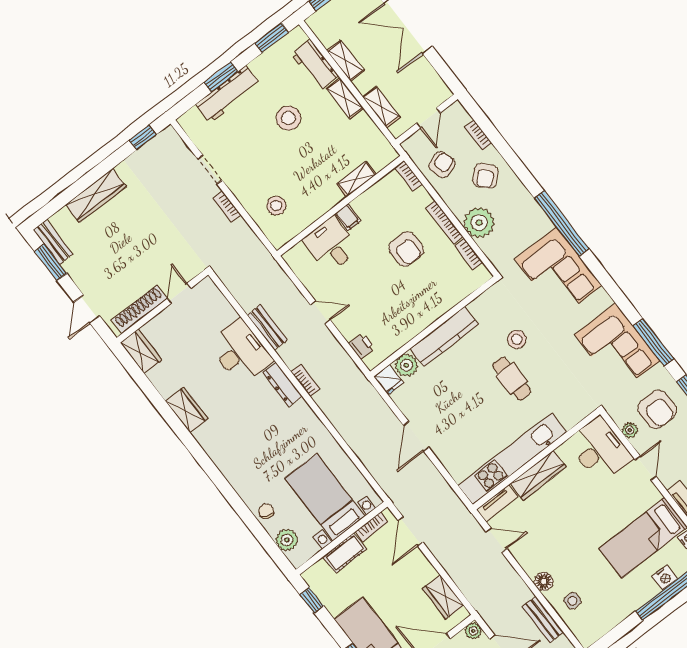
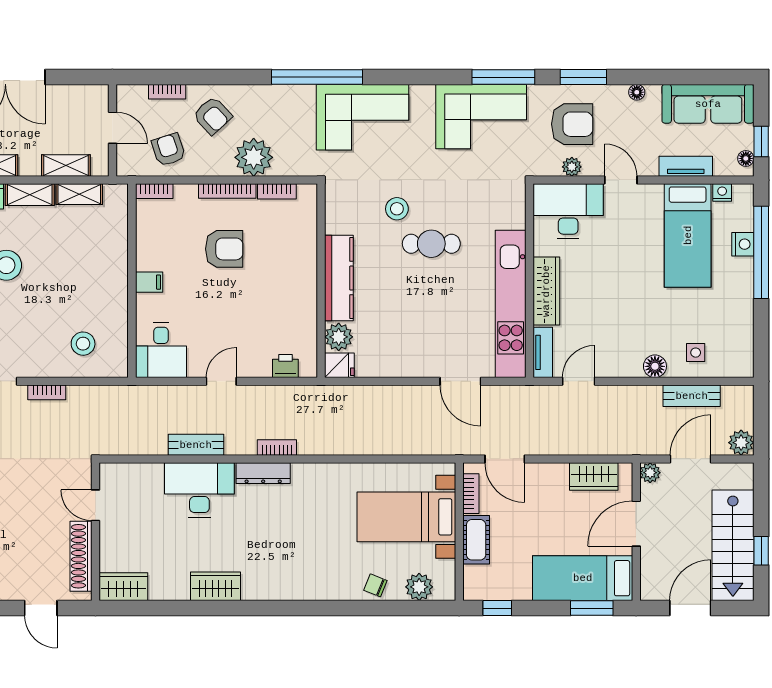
shelving: (356, 179) -> (79, 194), moved, turned 90
desk: (331, 245) -> (161, 350), moved, turned -90
door: (416, 436) -> (460, 381), moved

